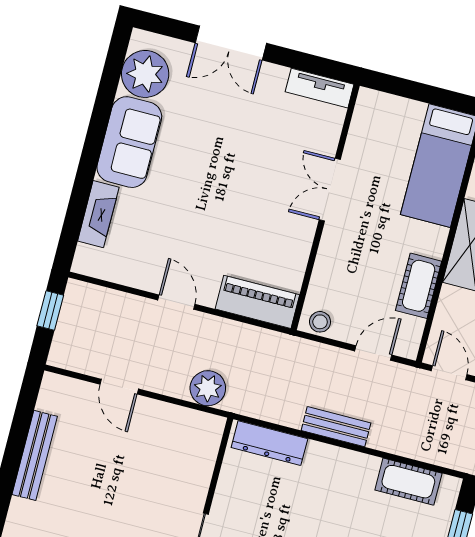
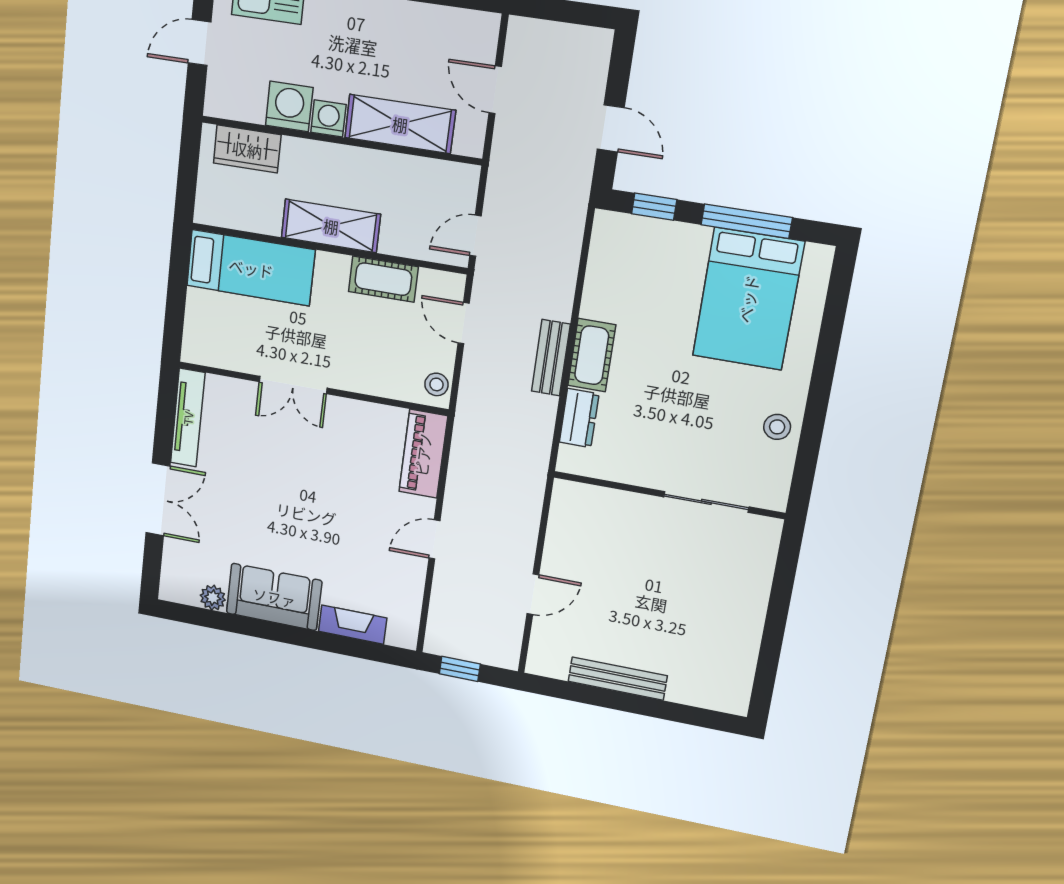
plant: (145, 74) -> (213, 598), width x0.53, depth x0.53
tv unit: (320, 88) -> (188, 418), width x1.41
plant: (208, 388) -> (524, 501), removed
dresser: (269, 443) -> (579, 418), width x0.70
cot: (408, 482) -> (592, 355), moved

